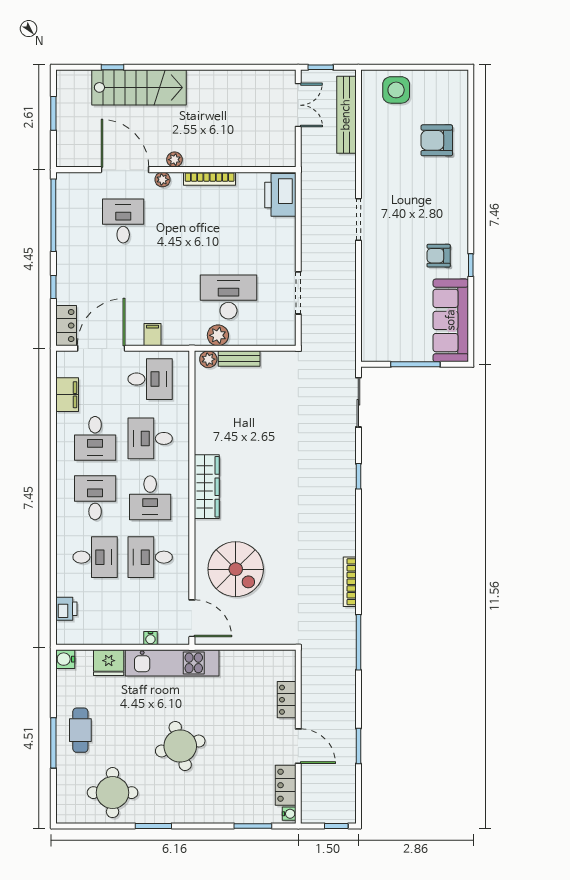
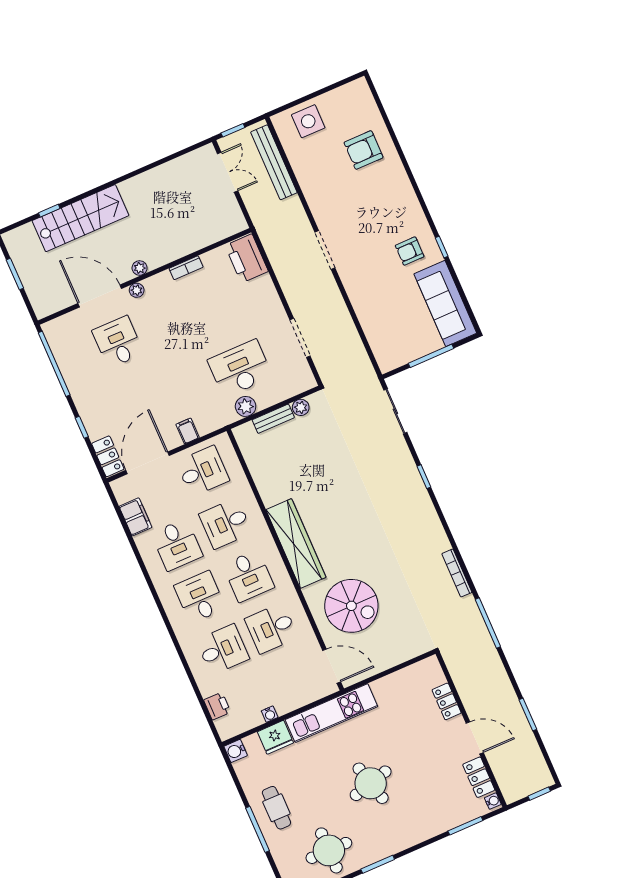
bookcase: (210, 179) -> (186, 268), width x0.64
plant: (208, 359) -> (301, 407), moved
wardrobe: (207, 487) -> (296, 544), width x1.40, depth x1.17
water cooler: (150, 638) -> (270, 714), moved

